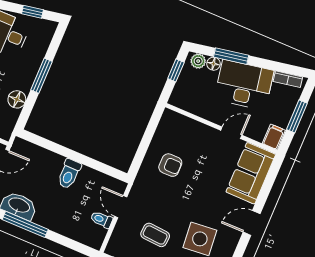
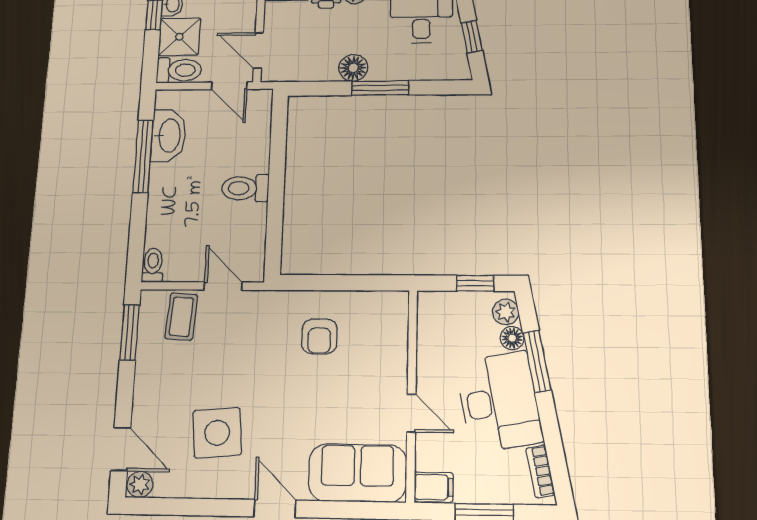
floor lamp: (17, 99) -> (353, 68), moved
door: (121, 207) -> (223, 286), hinge flipped
toilet: (102, 220) -> (153, 265), moved
coffee table: (155, 235) -> (181, 317), moved

